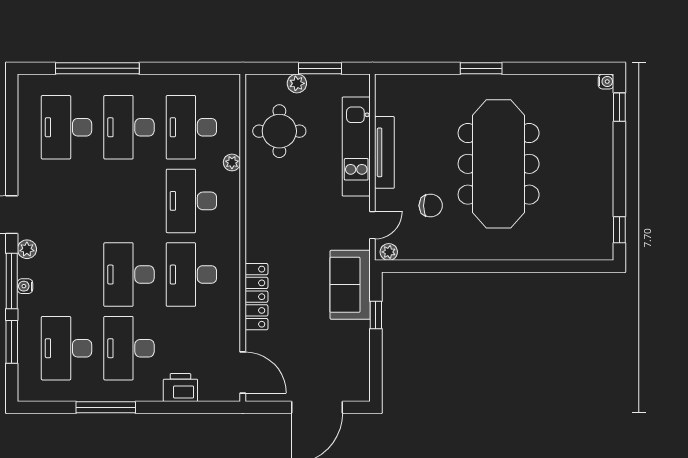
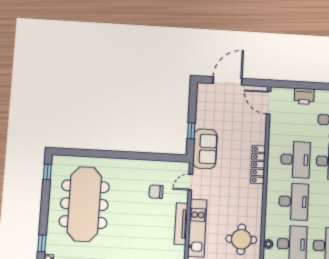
plant: (232, 162) -> (268, 244), moved
meeting table: (499, 164) -> (84, 204), moved
plant: (389, 252) -> (182, 166), removed
locker: (256, 297) -> (258, 165), moved

